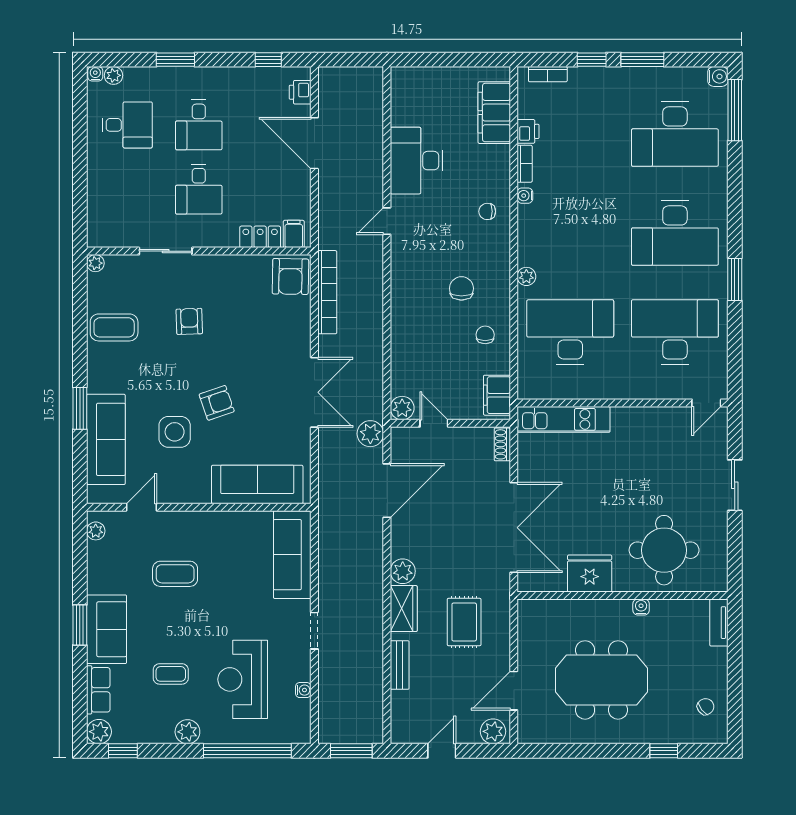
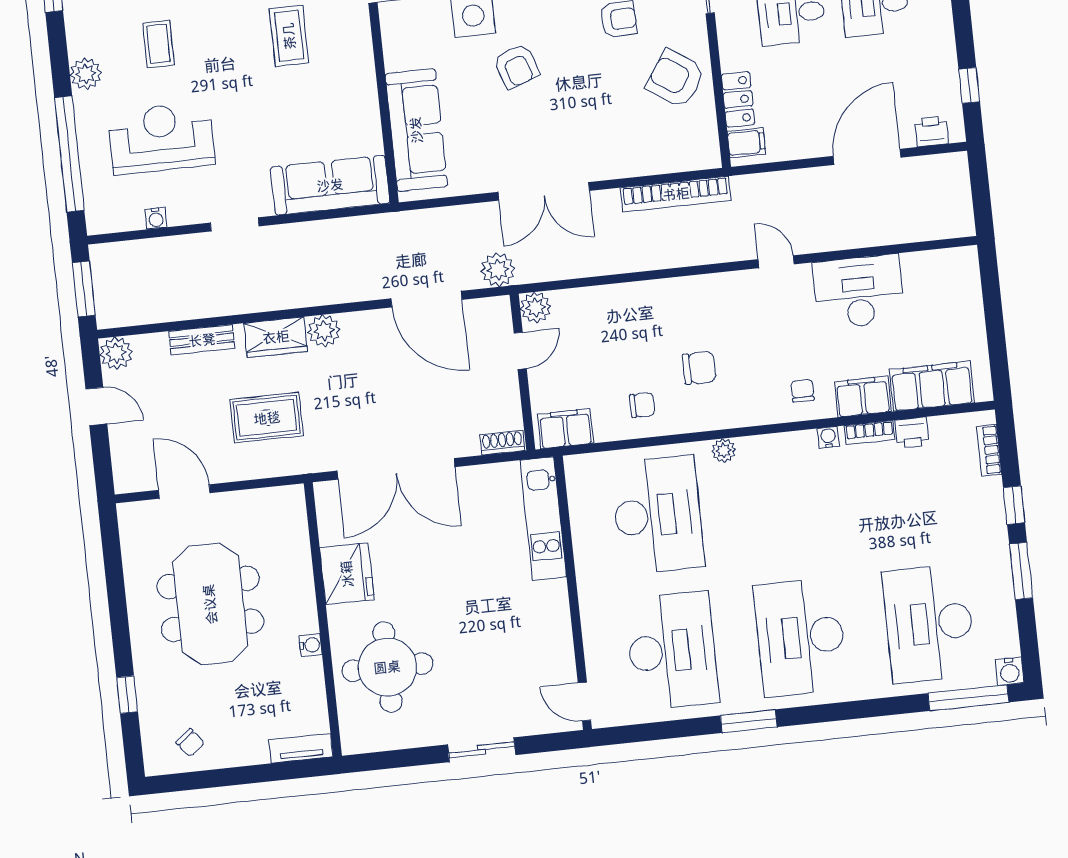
filing cabinet: (497, 166) -> (863, 397), added
armchair: (290, 276) -> (676, 79), moved, turned 33
plant: (493, 731) -> (116, 353), moved

